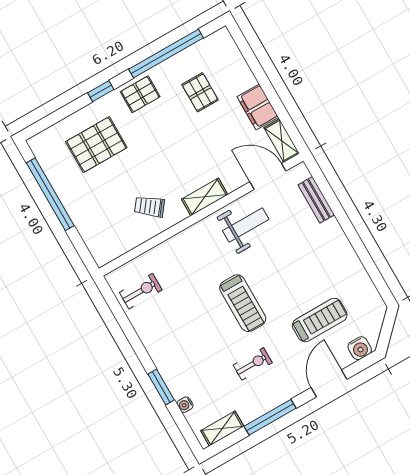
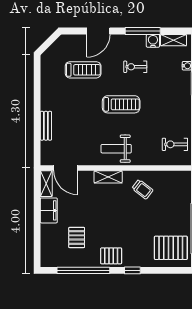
pallet: (96, 145) -> (171, 248), moved
bench: (316, 200) -> (46, 126), moved
weight bench: (246, 225) -> (116, 149), moved
treadmill: (243, 303) -> (121, 104), turned 90
treadmill: (320, 320) -> (83, 70), turned 180
water cooler: (360, 348) -> (153, 41), moved

